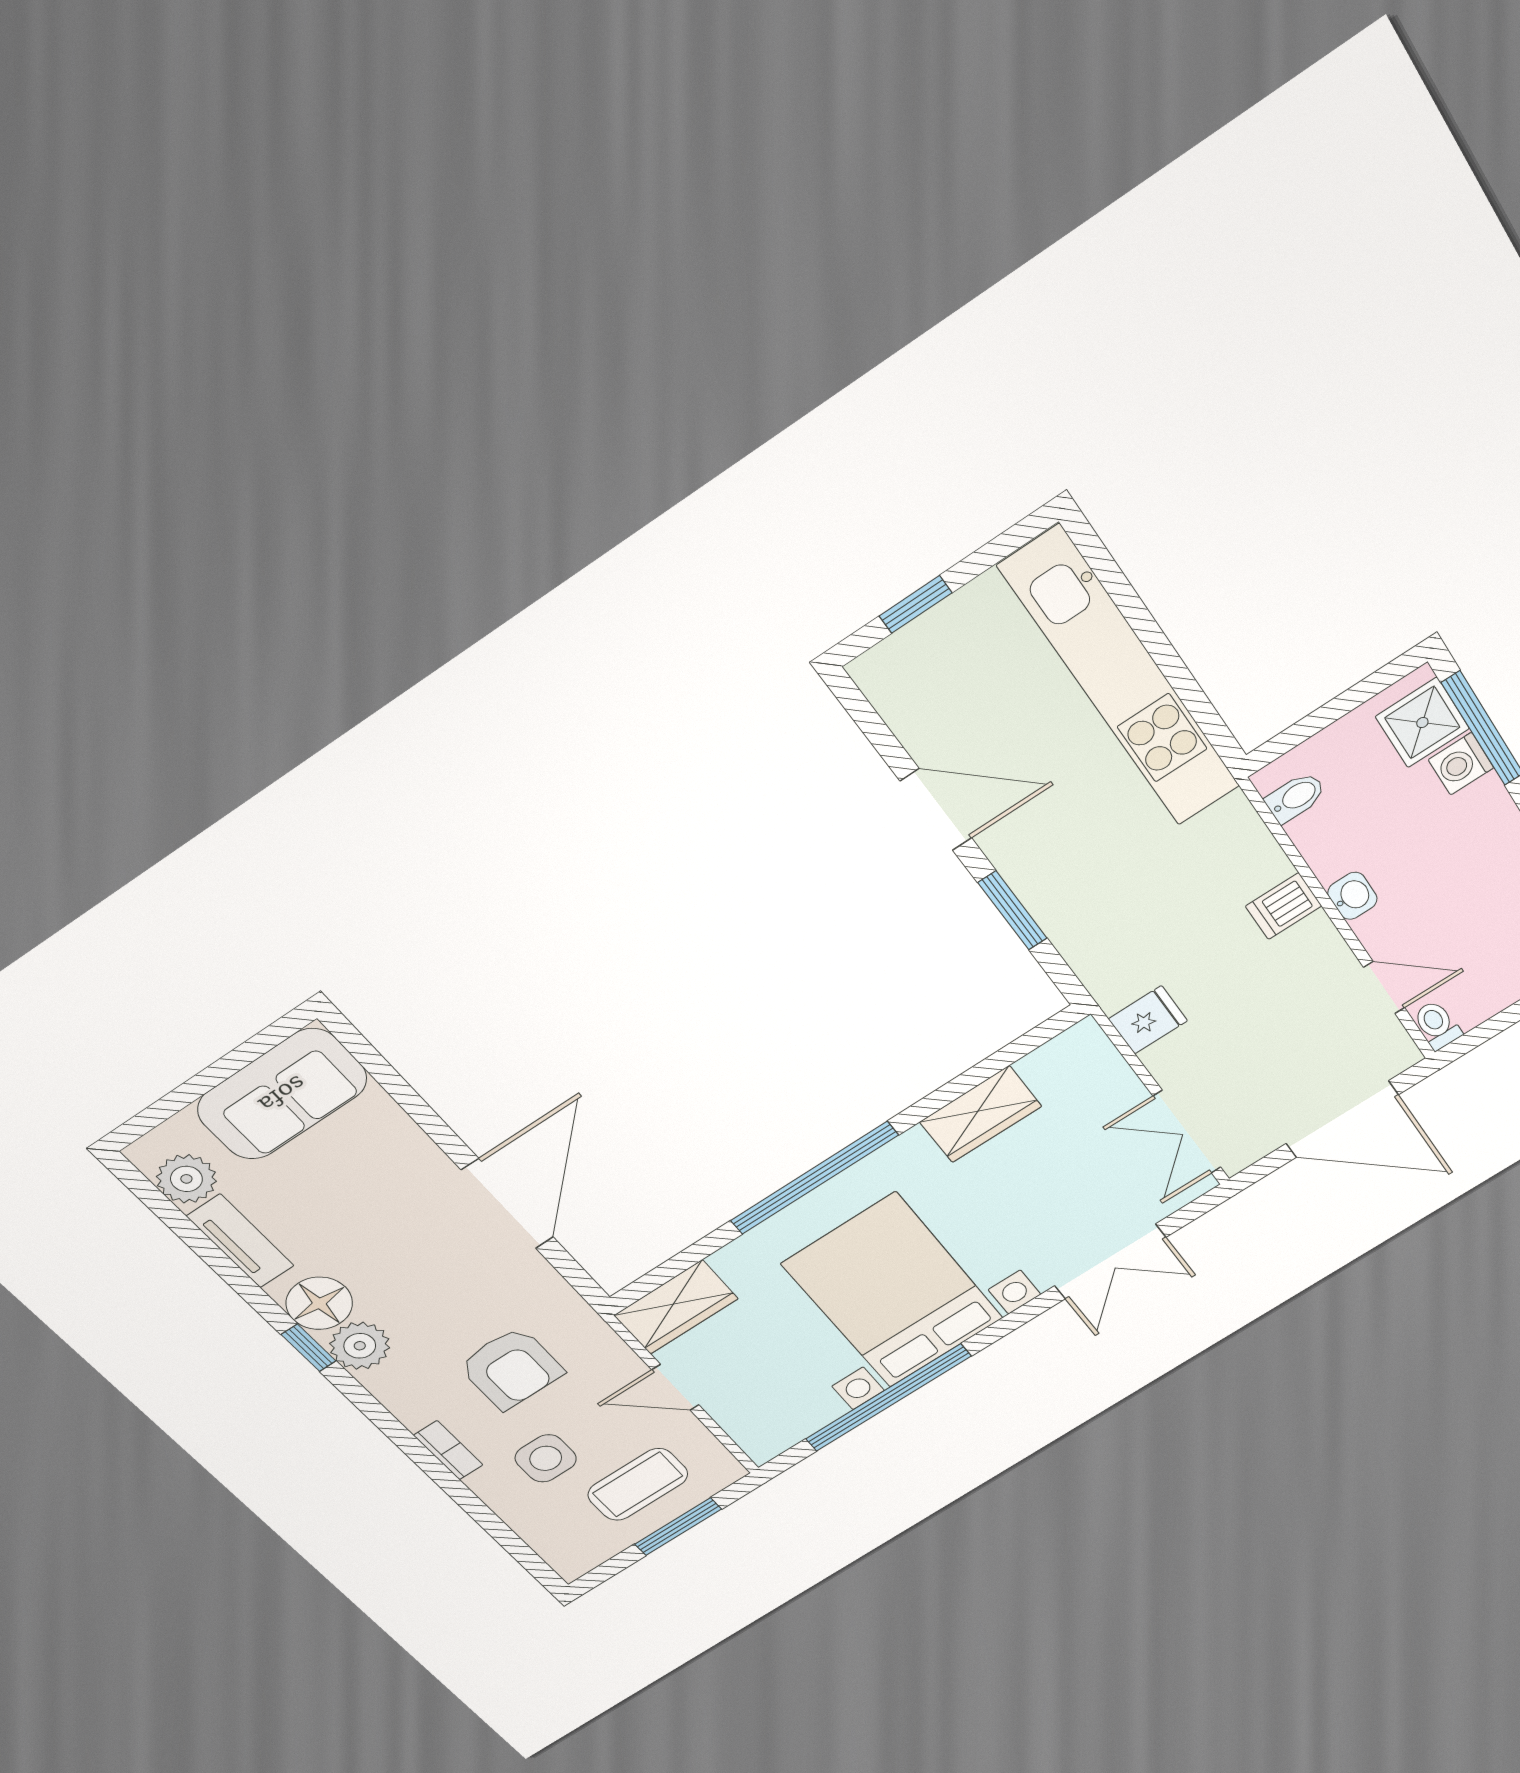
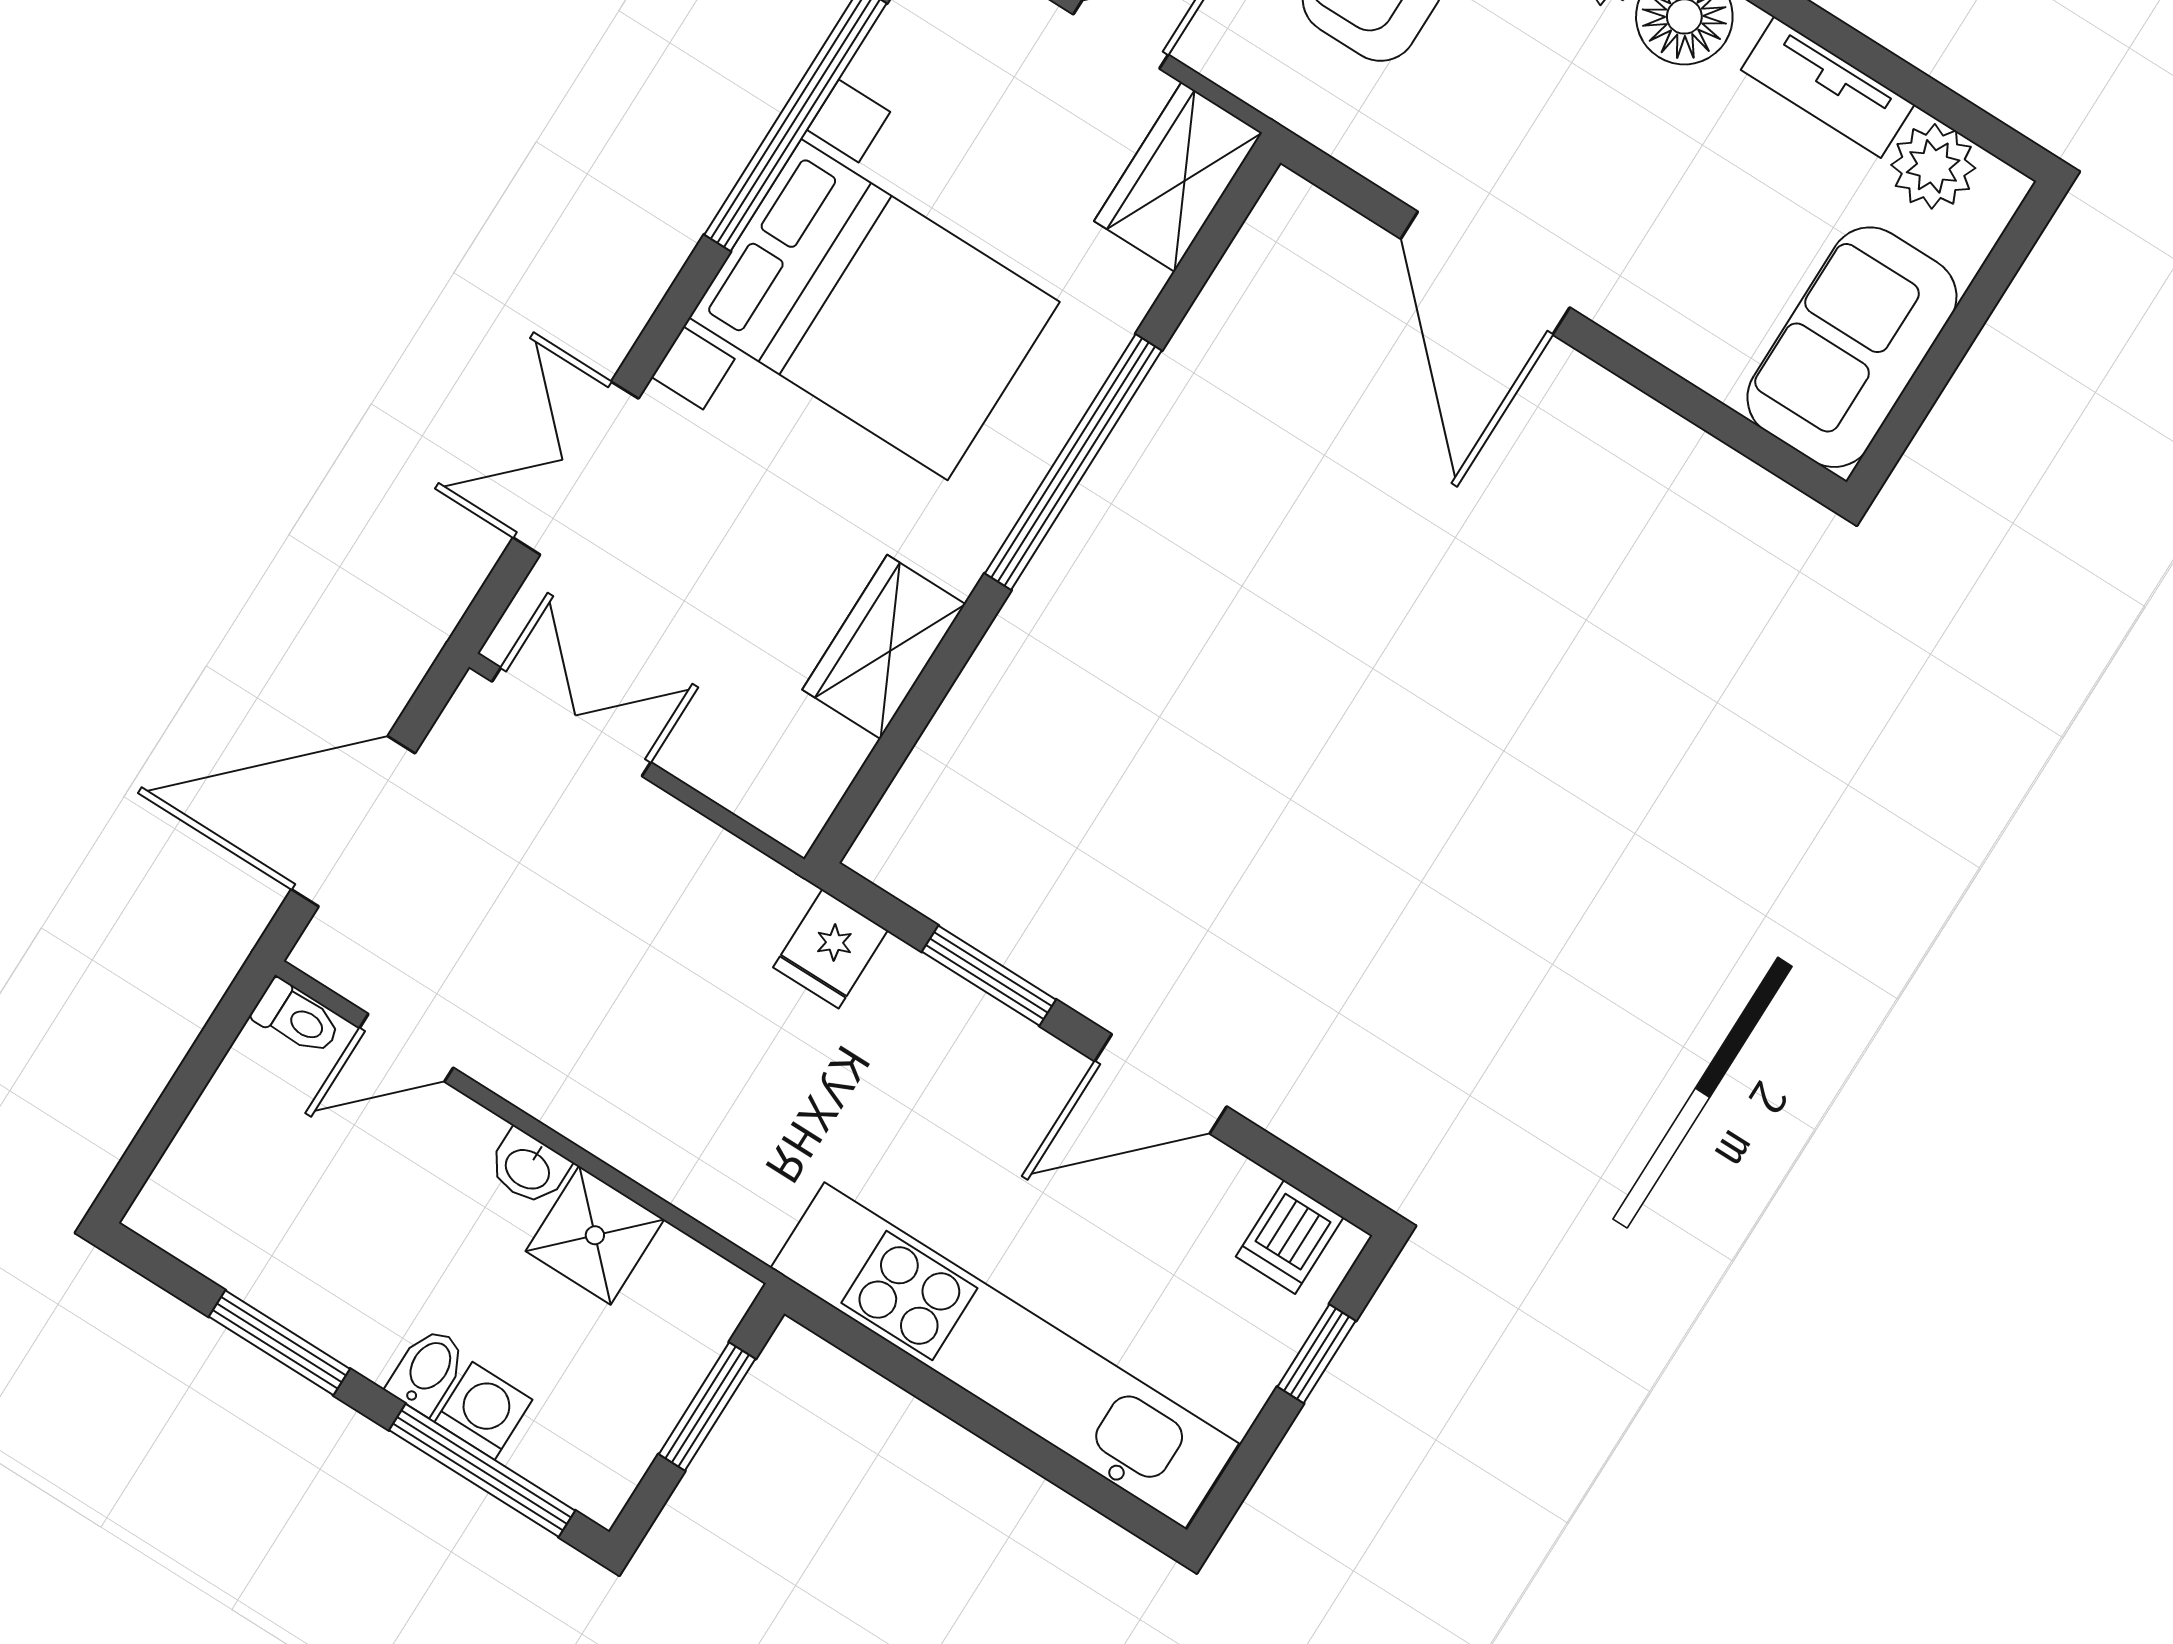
window: (1325, 716) -> (707, 1407), added
shower: (1422, 723) -> (595, 1235), moved
bidet: (1295, 797) -> (427, 1371), moved, turned 180
dishwasher: (1284, 906) -> (1290, 1237), moved, turned 180
fridge: (1148, 1020) -> (830, 949), moved

